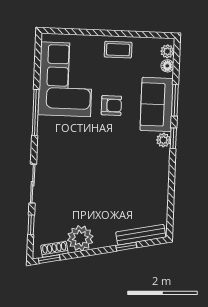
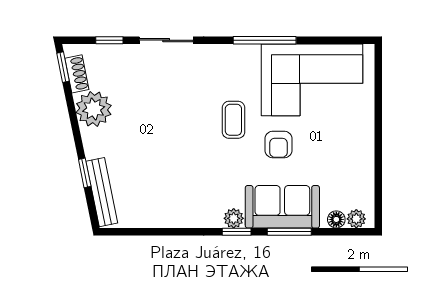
coffee table: (118, 50) -> (233, 120), moved

